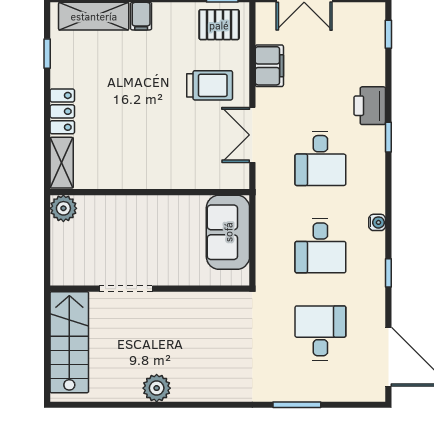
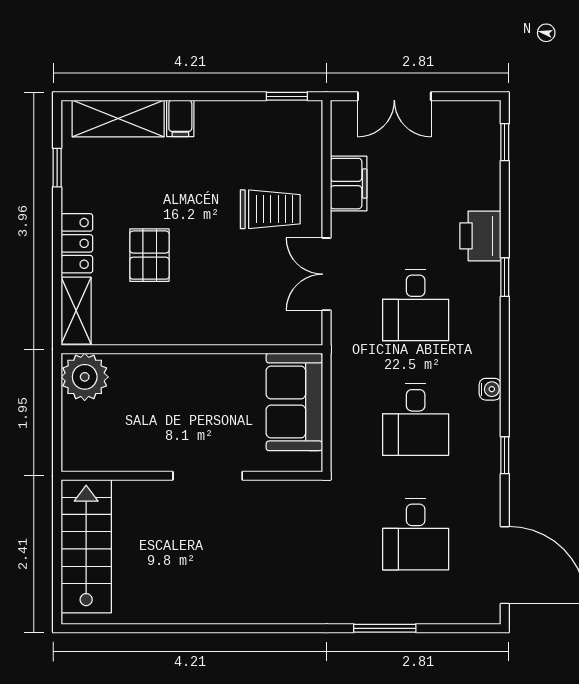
pallet: (219, 25) -> (149, 255), moved, turned 90
plant: (63, 208) -> (85, 377), width x1.36, depth x1.36
doorway: (126, 289) -> (208, 476), moved
desk: (320, 333) -> (416, 534), turned 180
plant: (157, 388) -> (201, 606), removed

